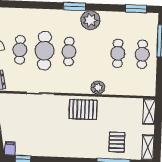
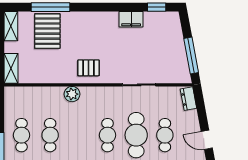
pallet: (83, 109) -> (89, 68), width x0.67, depth x0.71
pallet: (117, 142) -> (47, 31), width x1.50, depth x1.42
filing cabinet: (10, 148) -> (131, 19), moved, width x2.00

